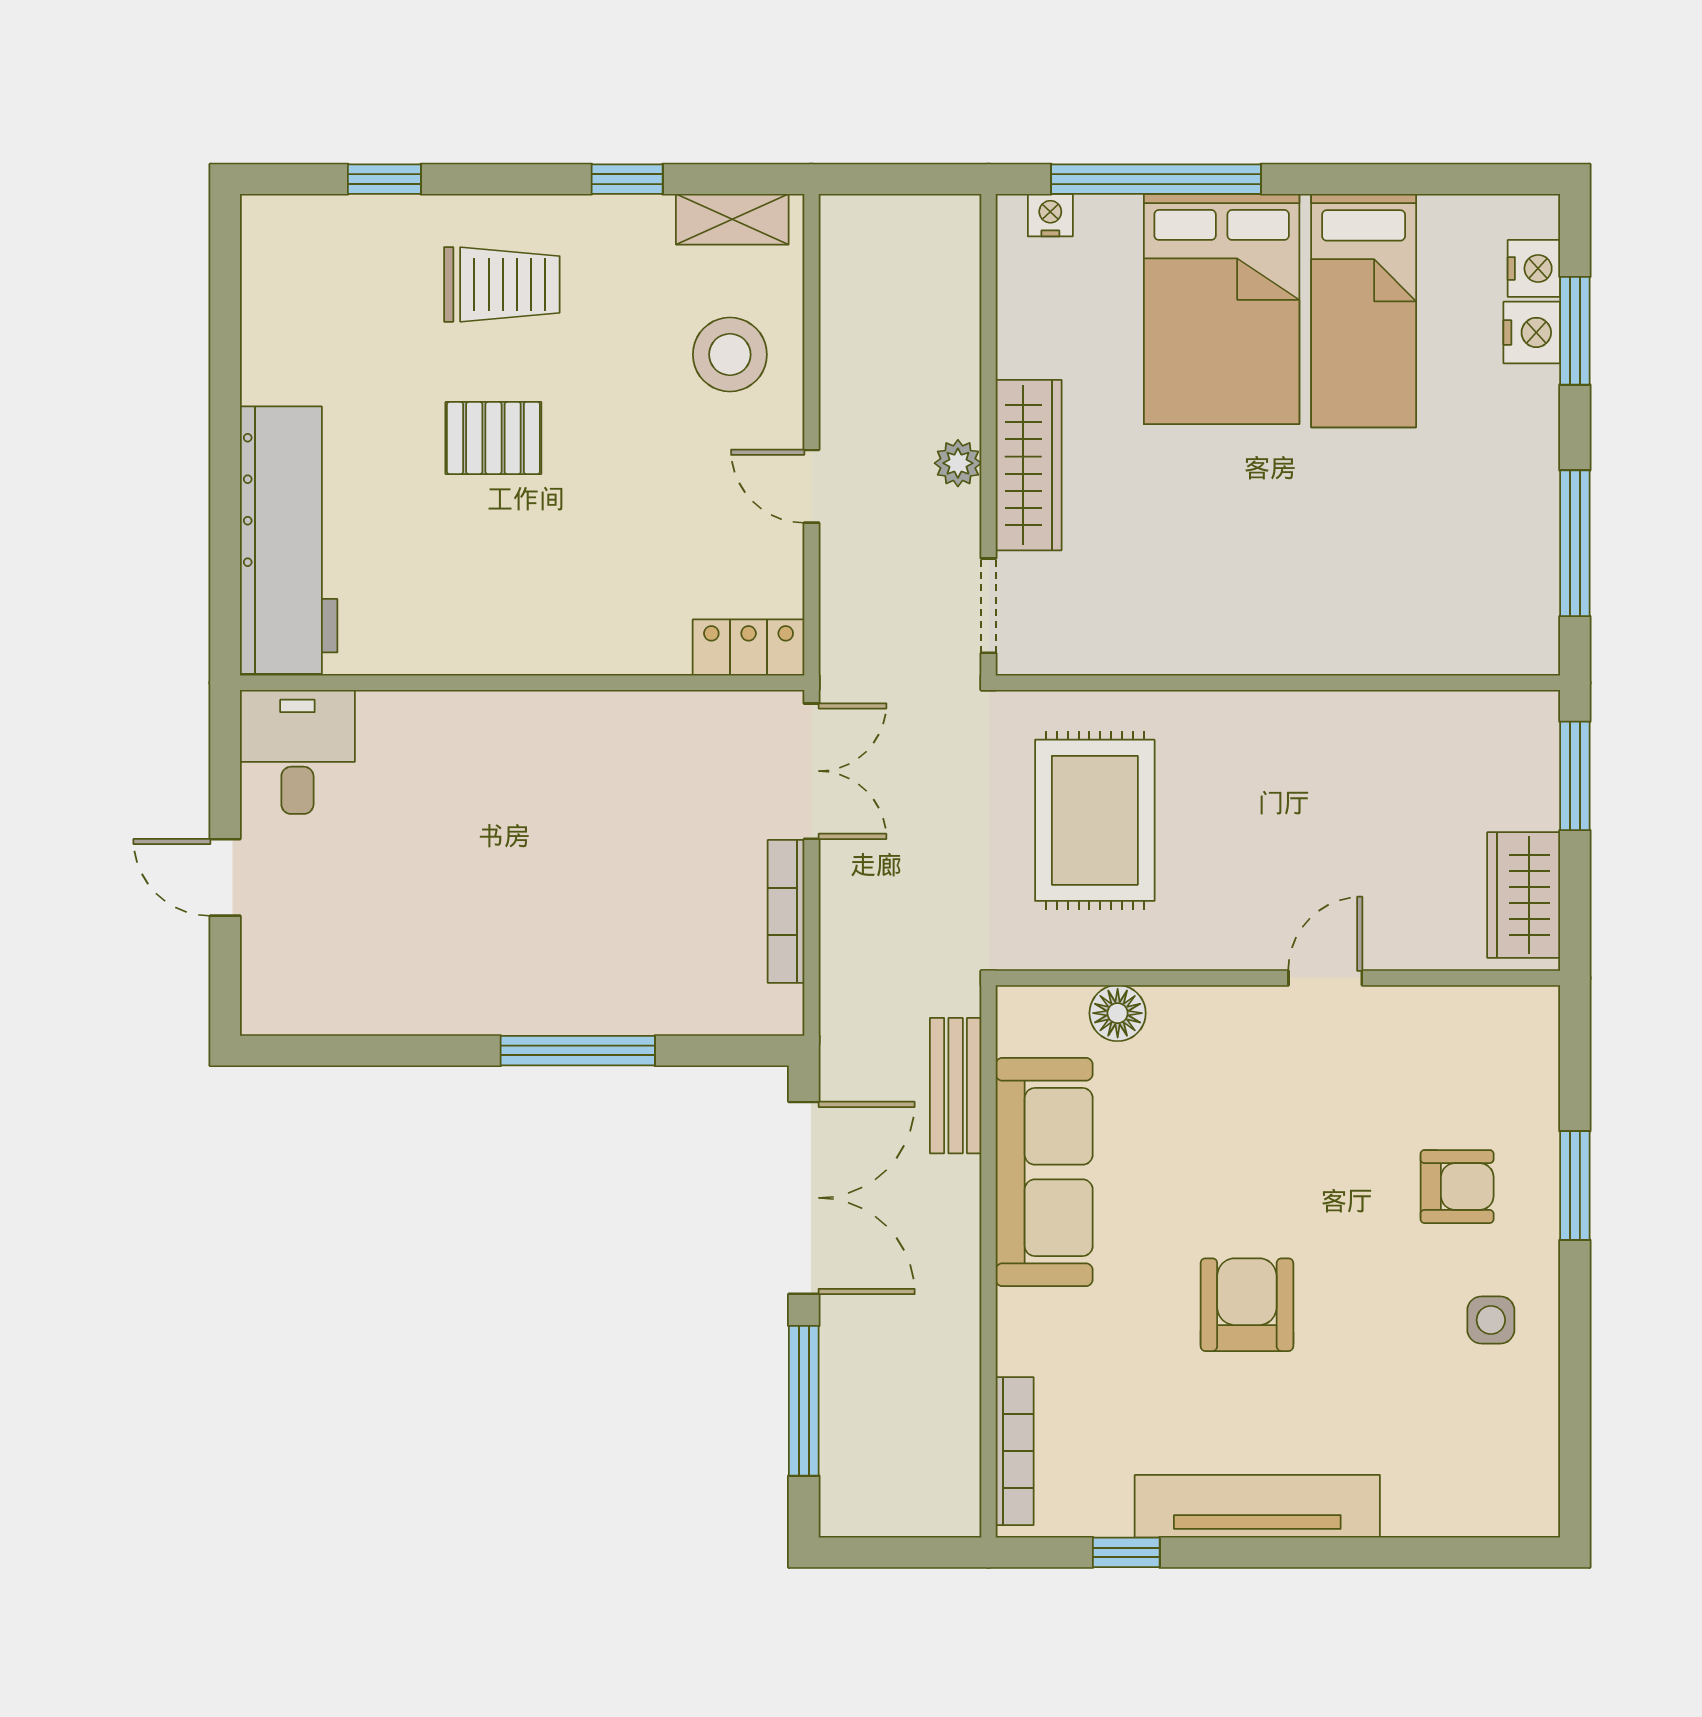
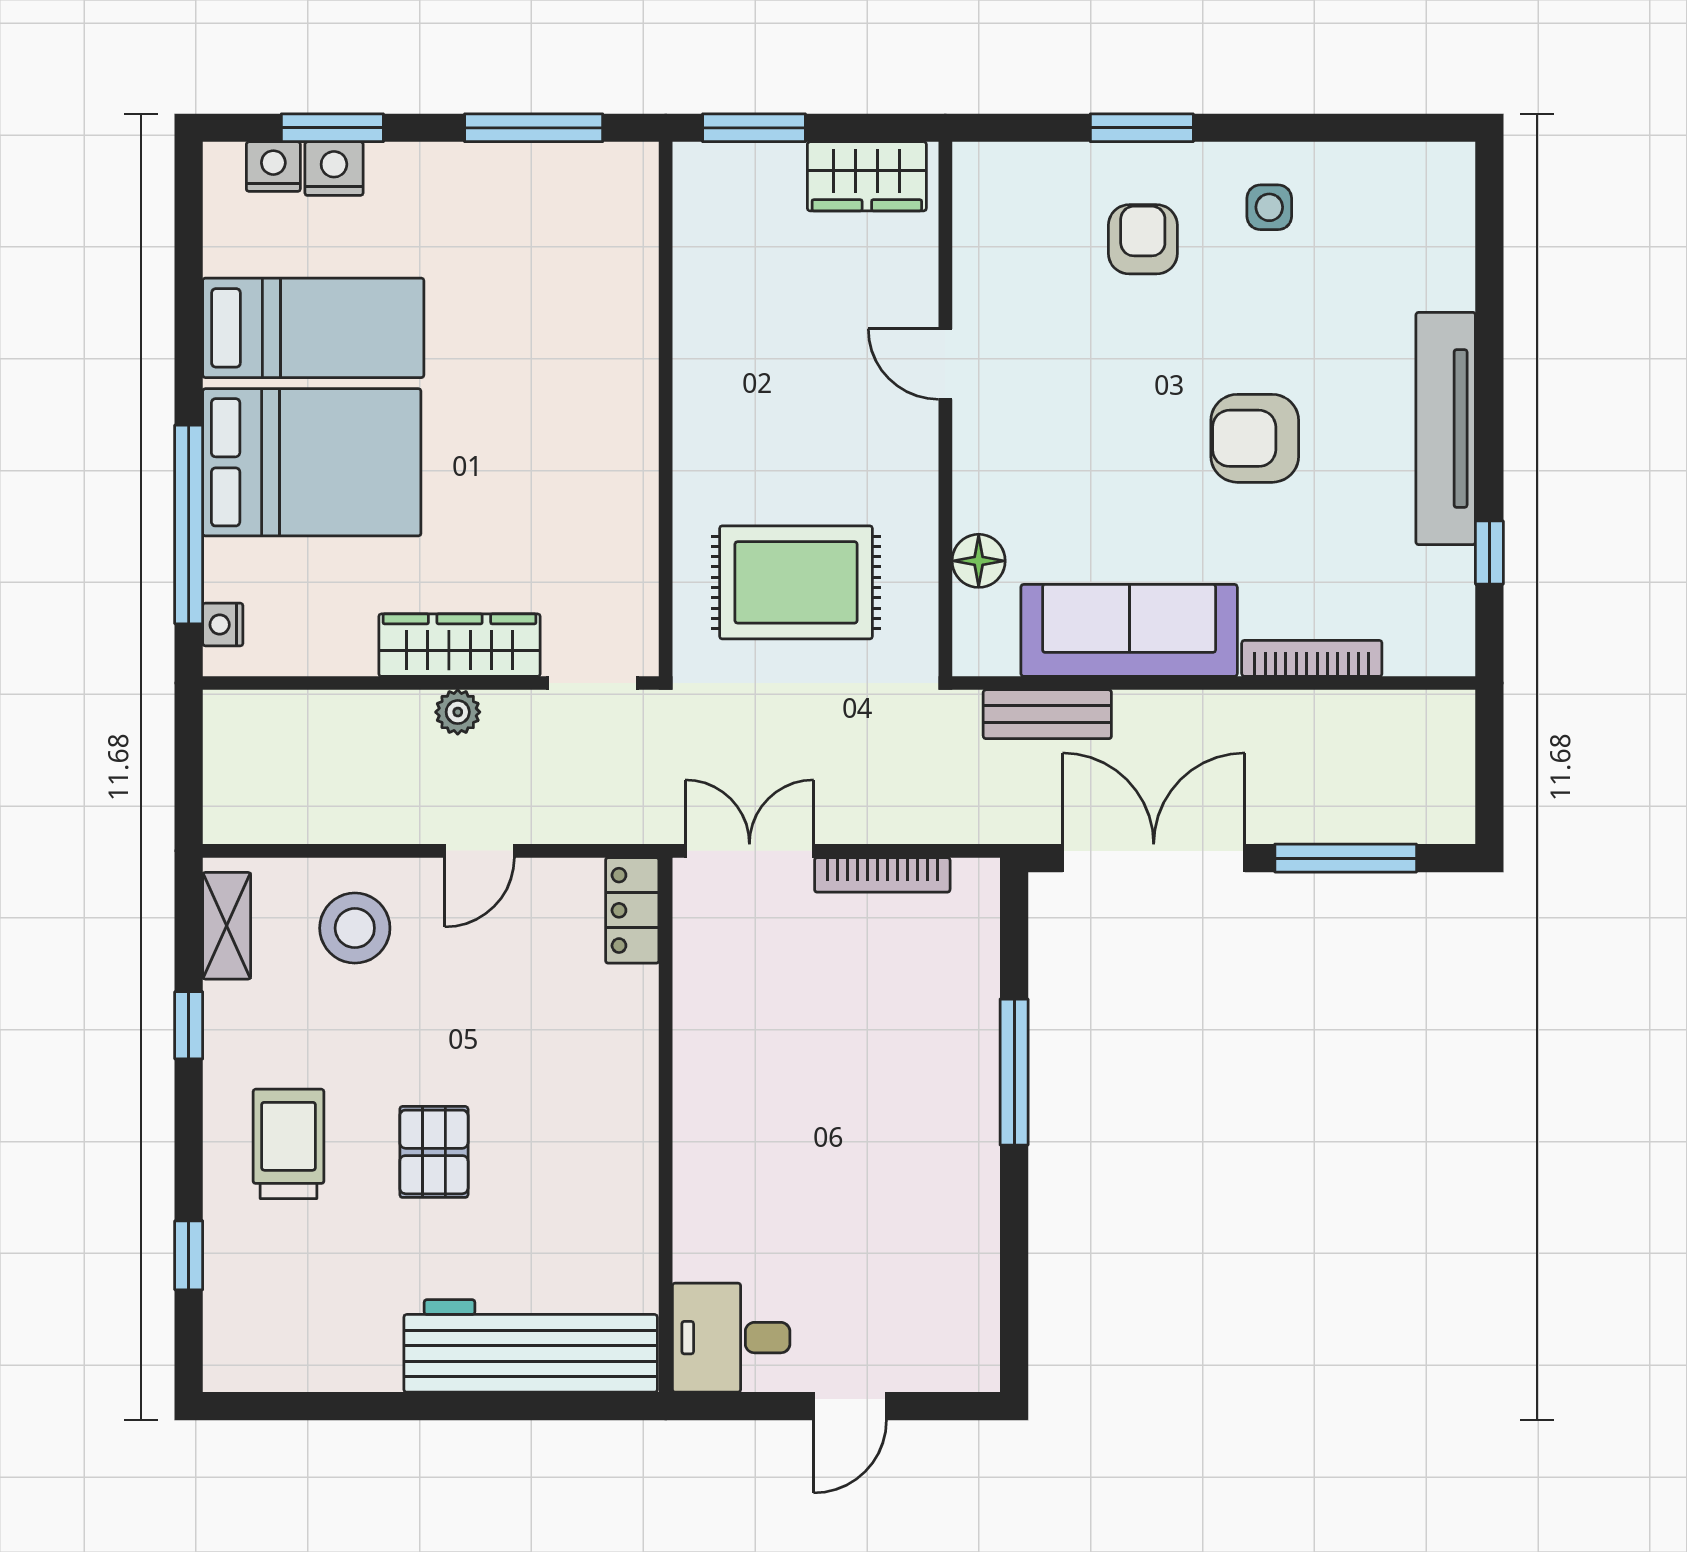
bookcase: (1015, 1451) -> (1312, 658), moved

